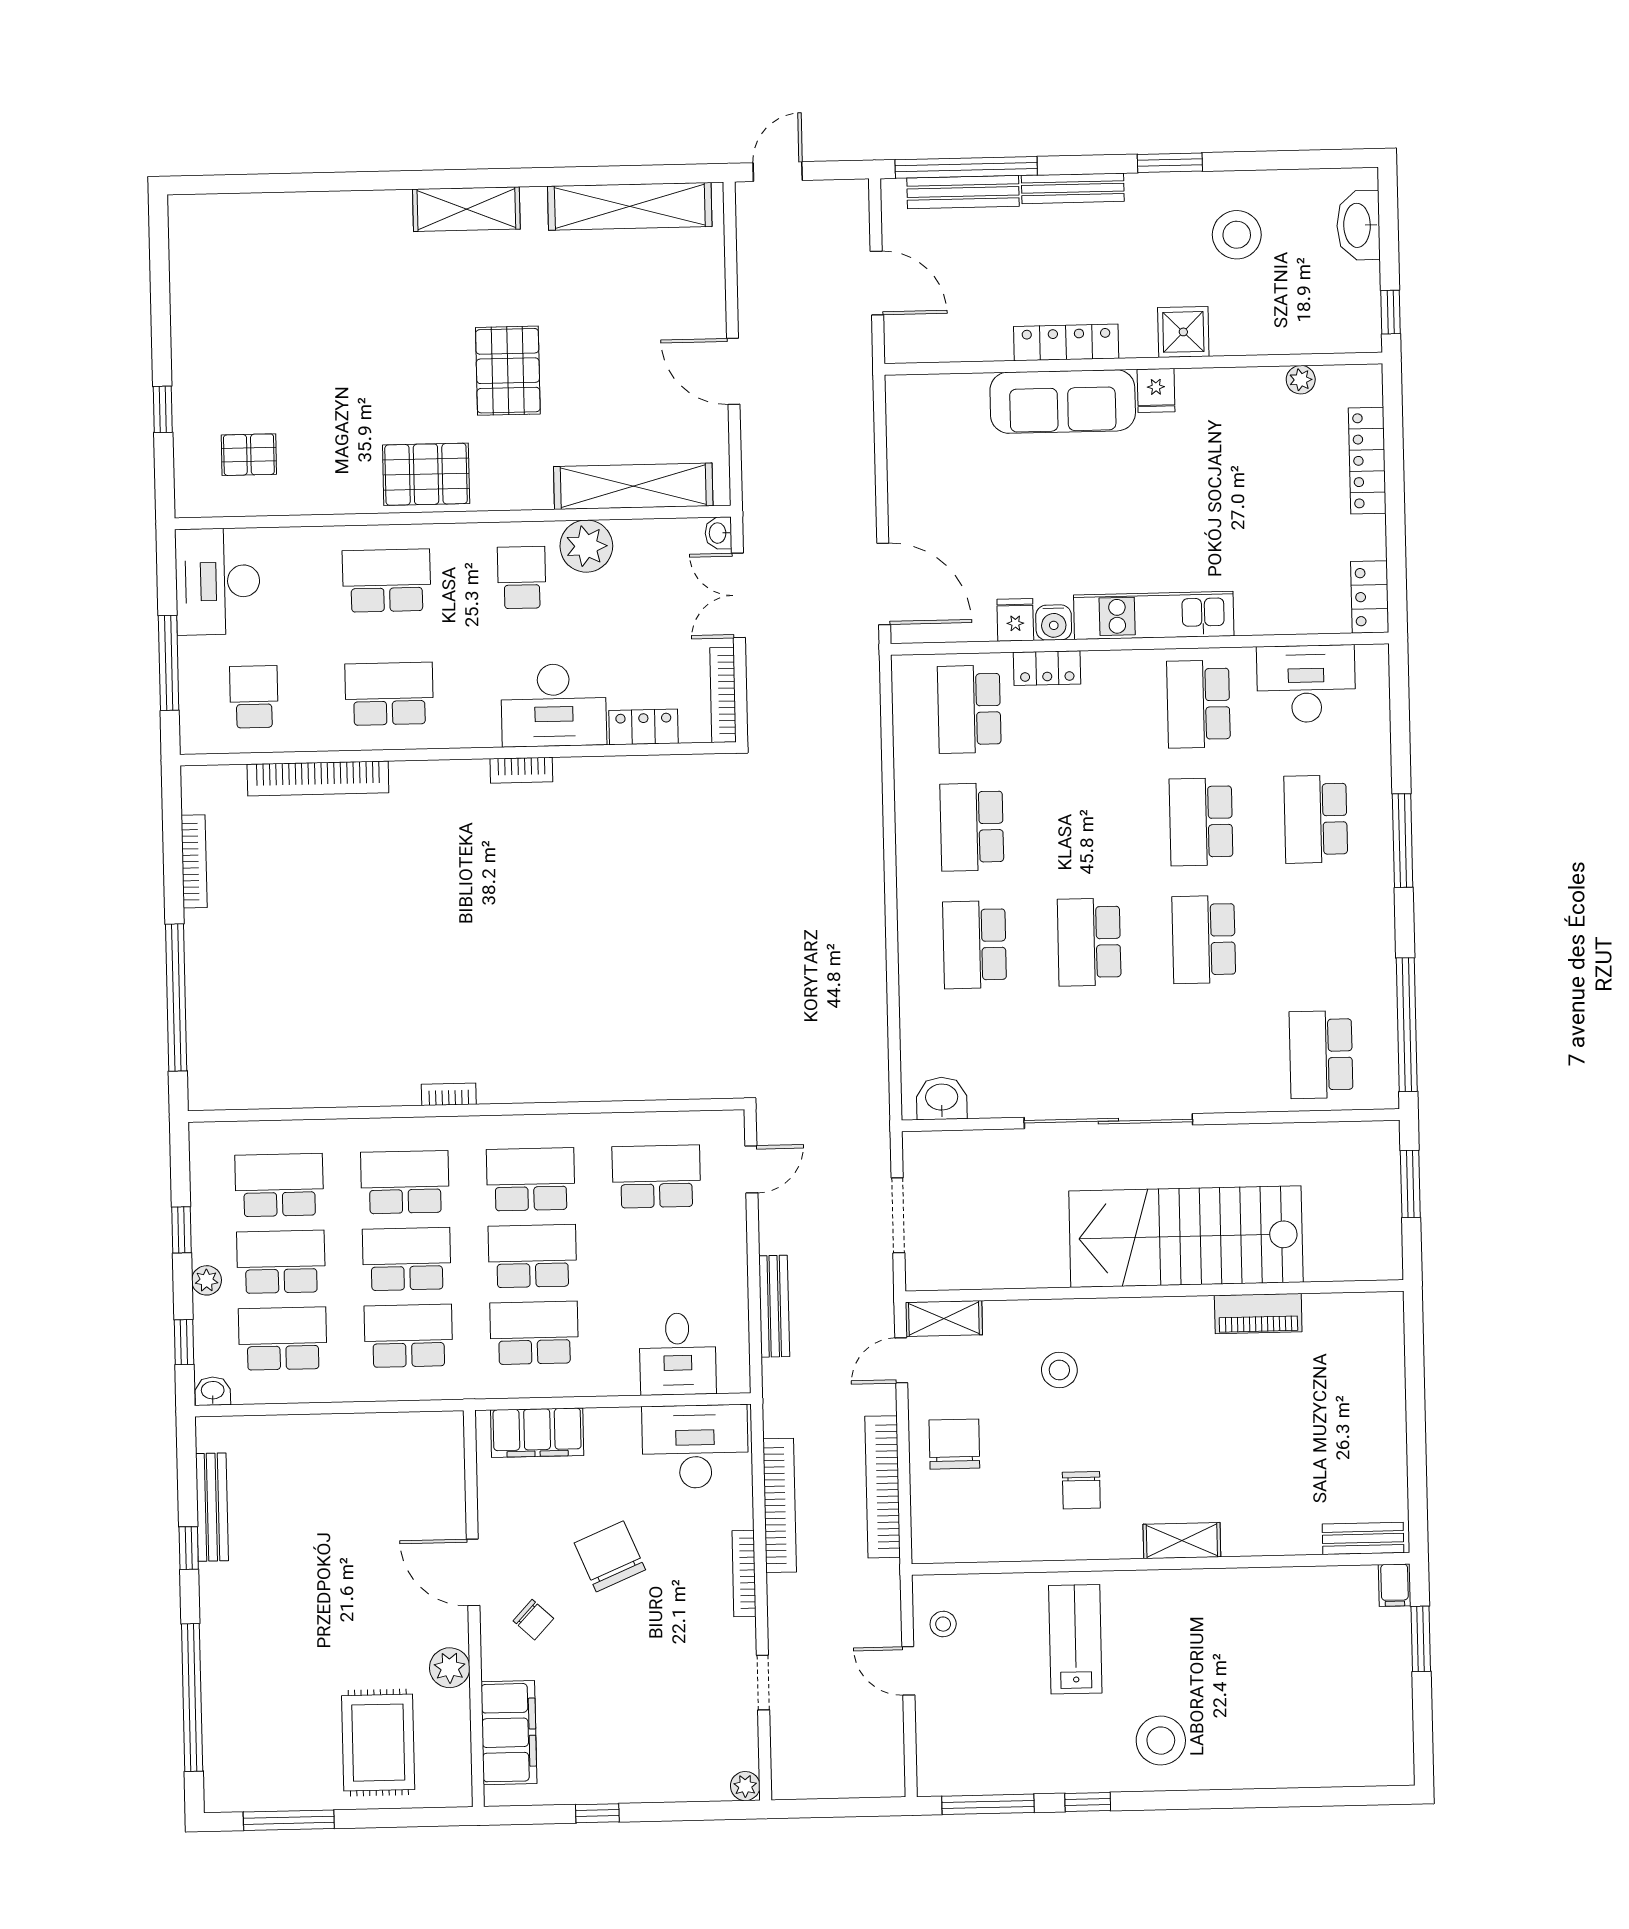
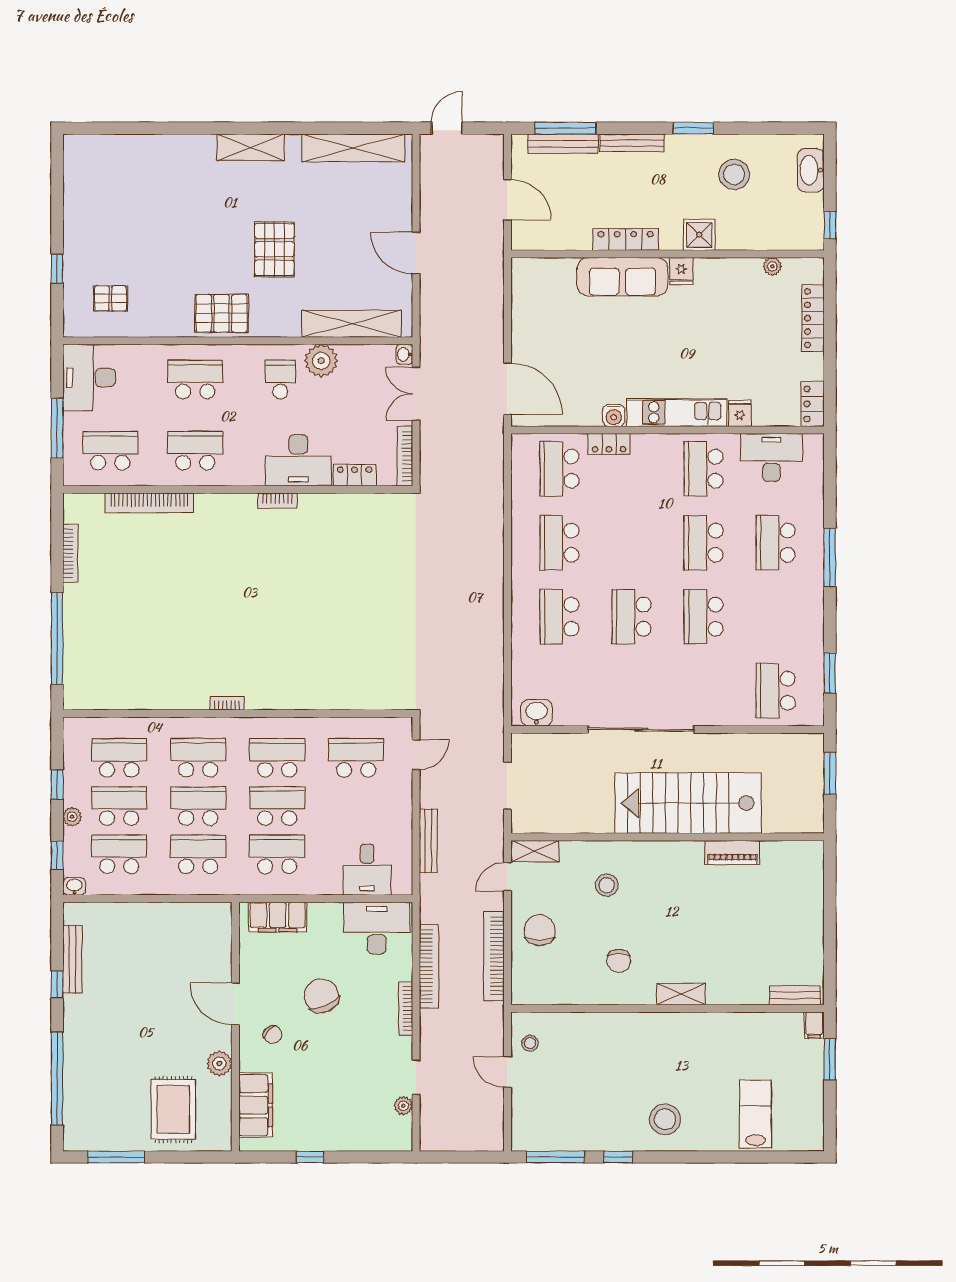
window: (966, 167) -> (565, 128), width x0.68
fridge: (1015, 620) -> (740, 413), moved
school desk: (254, 697) -> (110, 451), width x1.85
window: (1407, 1025) -> (830, 673), width x0.47
lab bench: (1075, 1639) -> (755, 1114), moved
plant: (745, 1786) -> (403, 1106), moved

